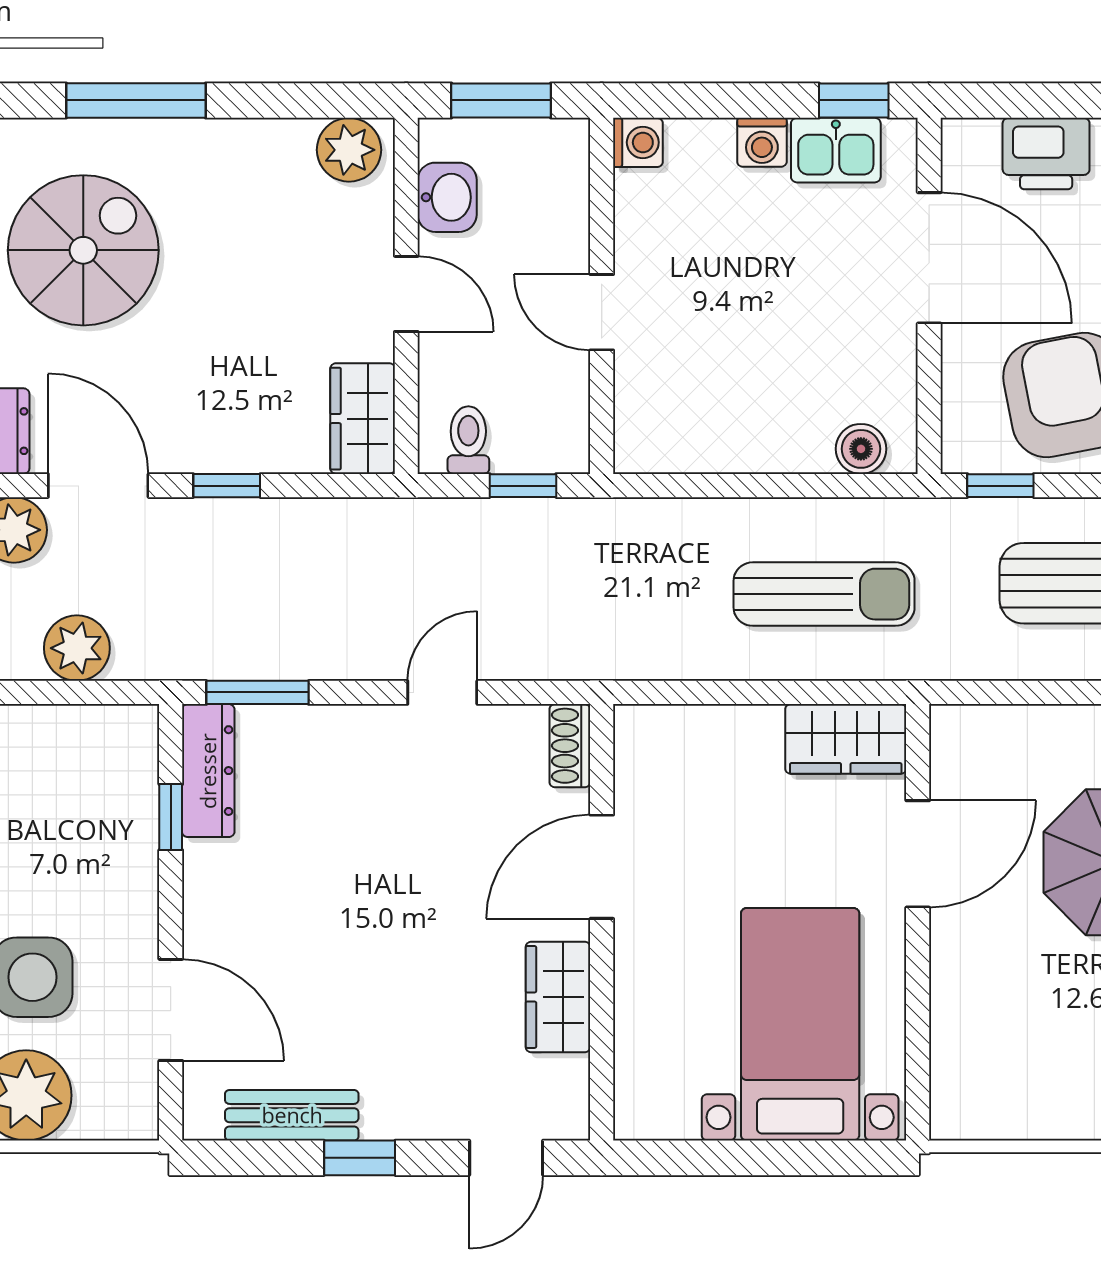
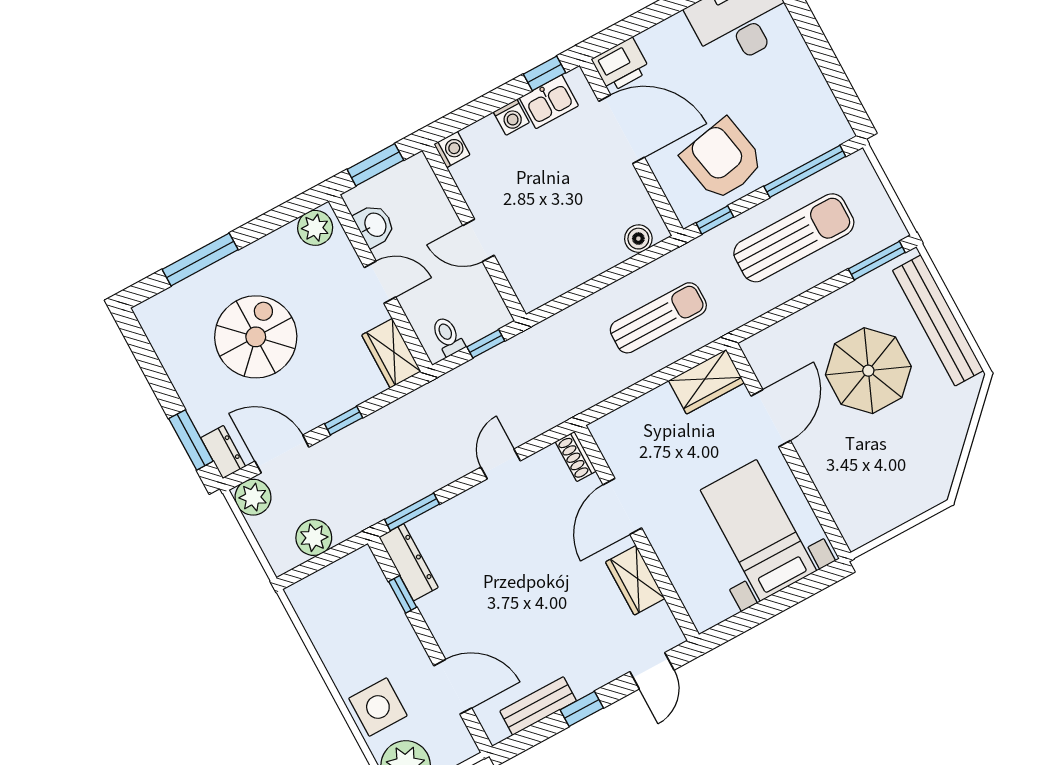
printer: (1046, 154) -> (621, 65), moved
spiral stairs: (83, 250) -> (256, 337), moved

